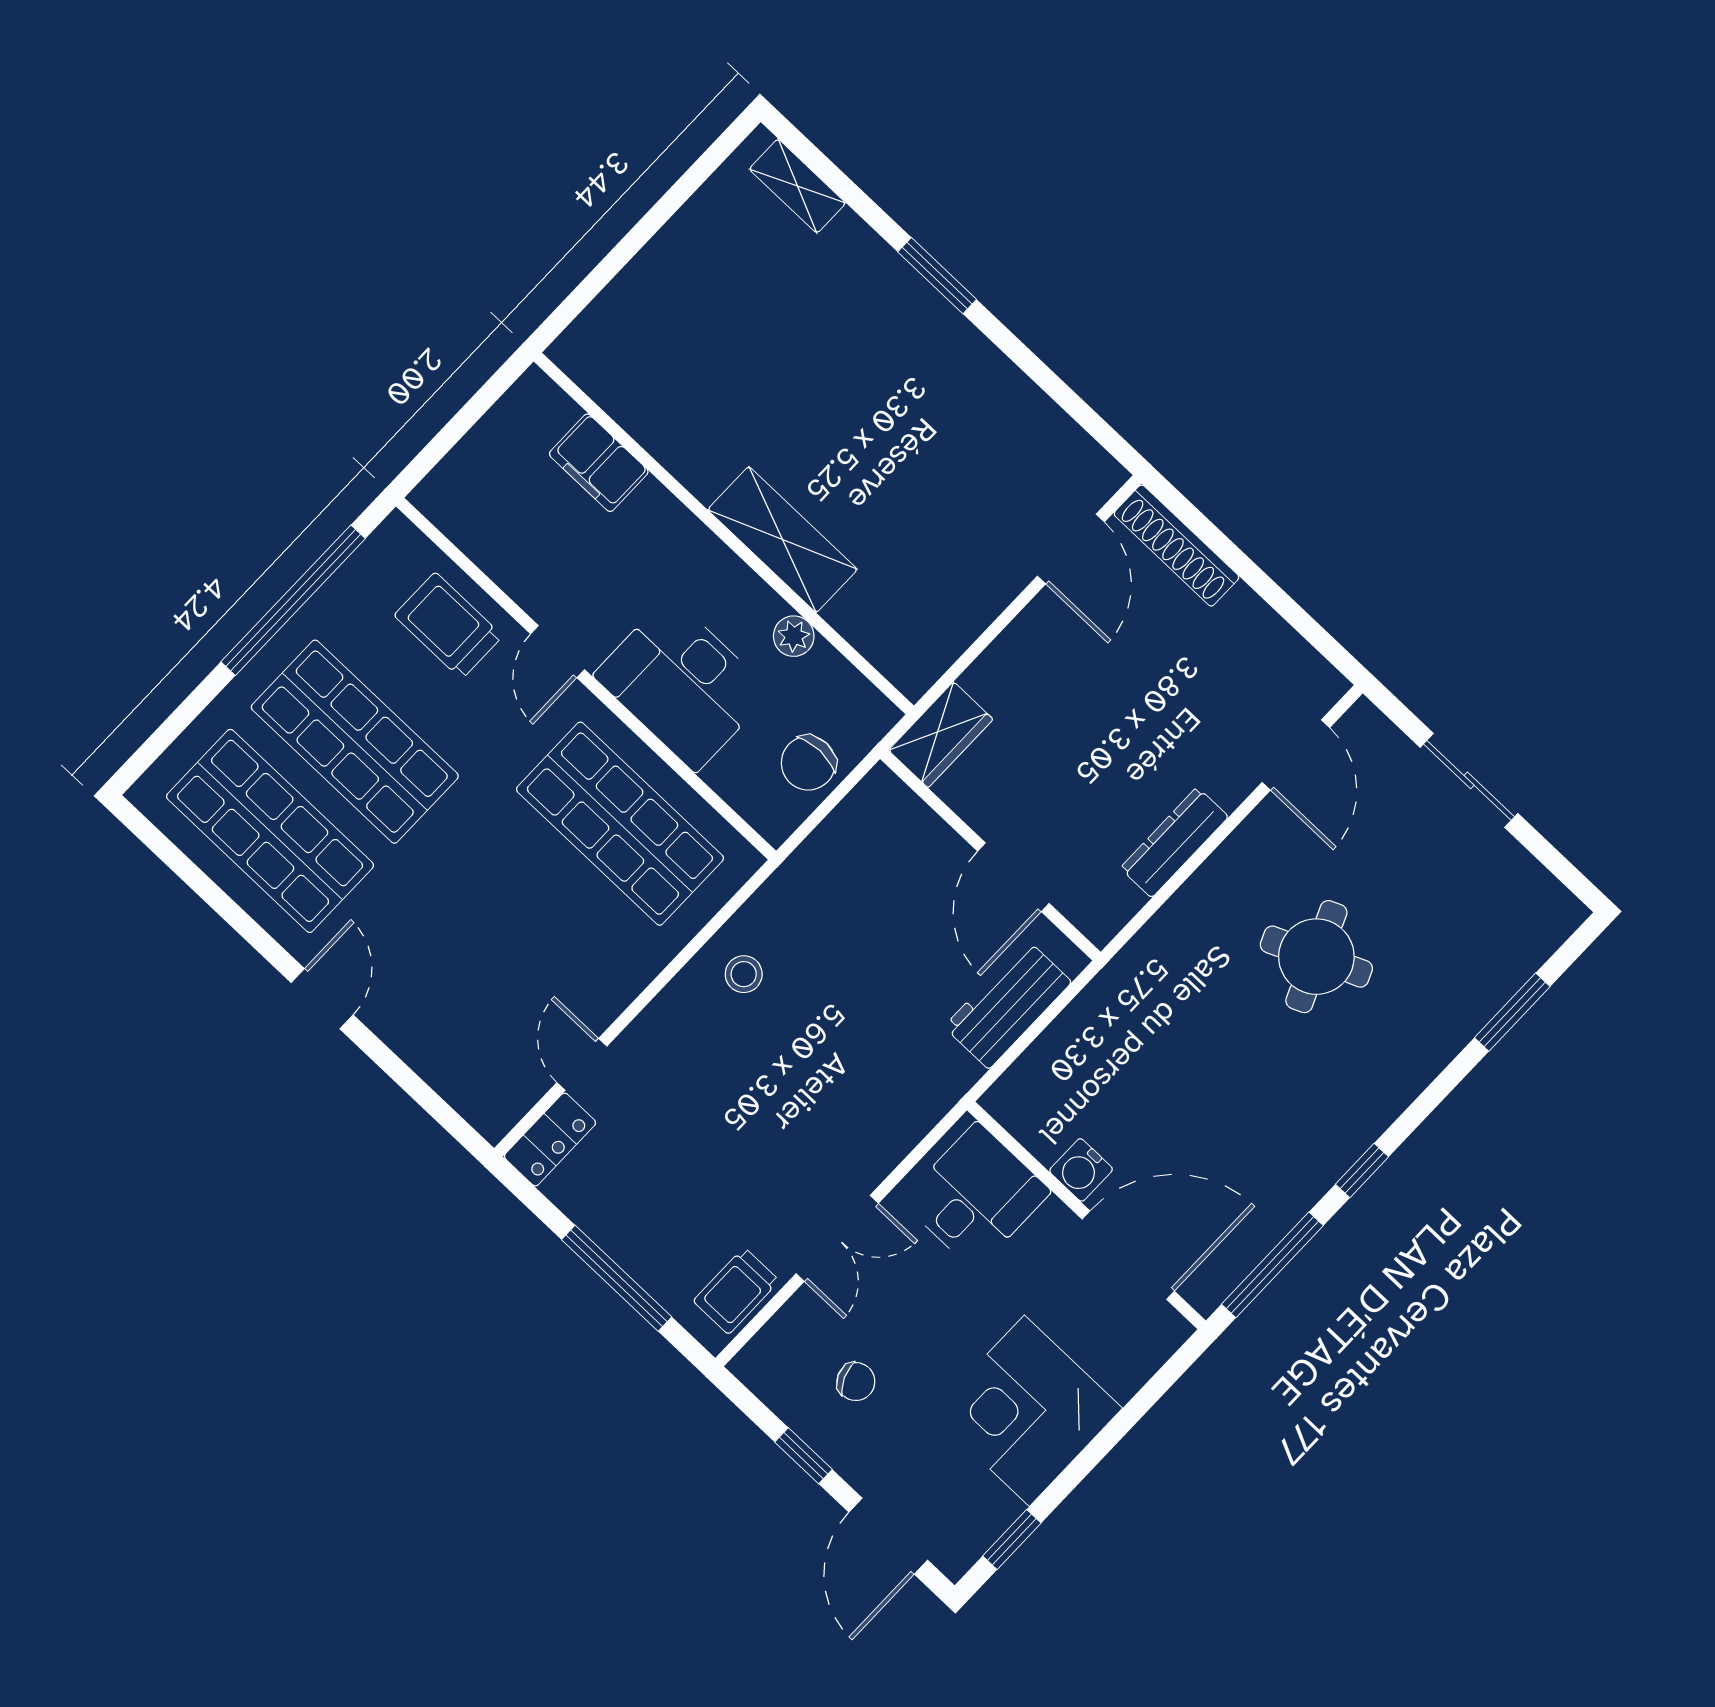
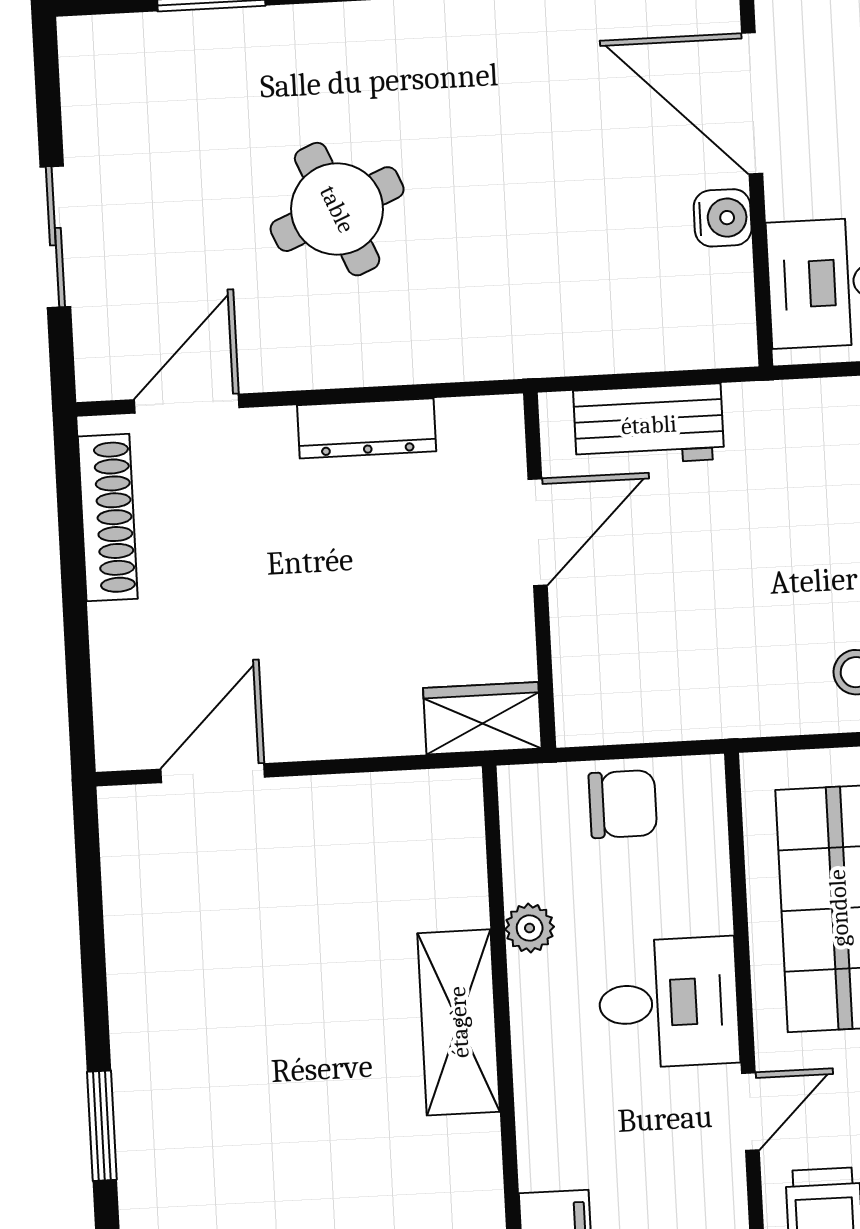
shoe rack: (1176, 546) -> (108, 518), moved
desk: (683, 684) -> (668, 1003), width x0.73

